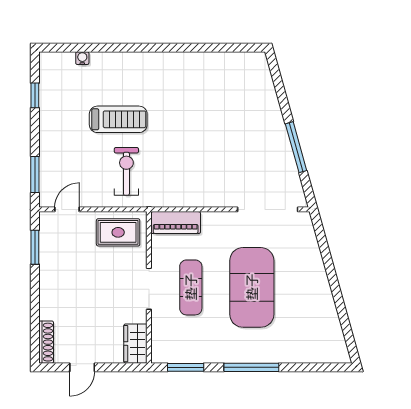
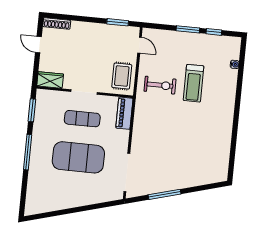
window: (35, 174) -> (188, 29), moved

